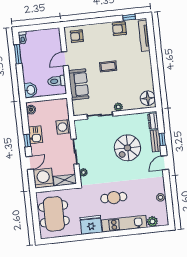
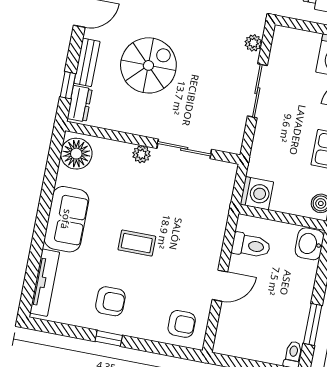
window: (129, 17) -> (109, 338), moved
armchair: (119, 29) -> (110, 301), moved
sofa: (79, 84) -> (66, 219), moved, turned 180
washing machine: (63, 127) -> (257, 193), moved
window: (162, 139) -> (68, 85), moved
shelving: (65, 180) -> (296, 39), removed

